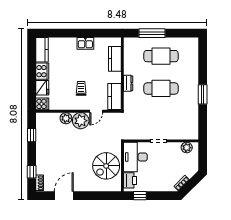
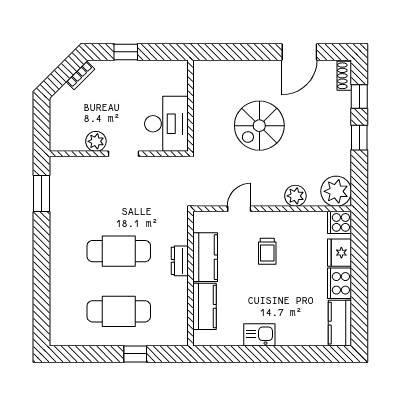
window: (152, 33) -> (135, 354), width x0.46
window: (203, 94) -> (41, 193), moved
kitchen counter: (115, 96) -> (205, 257), moved
plant: (81, 121) -> (336, 191), moved
window: (32, 135) -> (359, 138), moved
plant: (187, 148) -> (96, 141), moved
spiral stairs: (106, 166) -> (259, 126), moved, turned 180
printer: (130, 180) -> (176, 80), removed
window: (140, 196) -> (126, 52), moved

